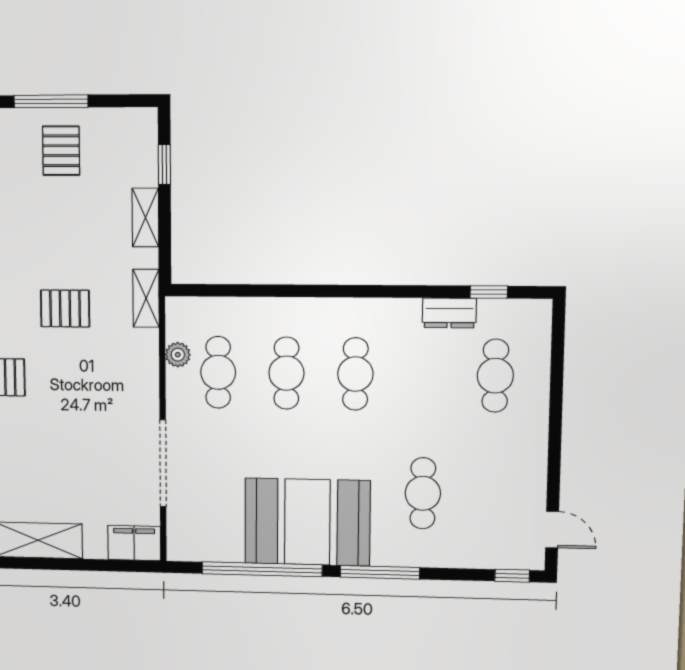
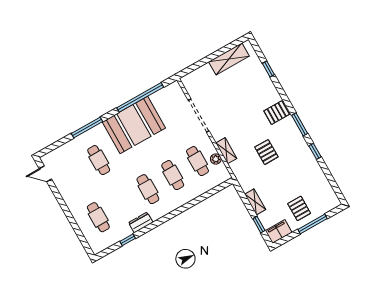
window: (489, 292) -> (128, 240), moved
shelving: (146, 298) -> (226, 151), moved
pallet: (65, 309) -> (266, 152), turned 90
dresser: (449, 313) -> (141, 223), moved
filing cabinet: (134, 543) -> (279, 232), moved, turned 180
window: (380, 572) -> (87, 128), moved
window: (512, 576) -> (49, 149), removed

